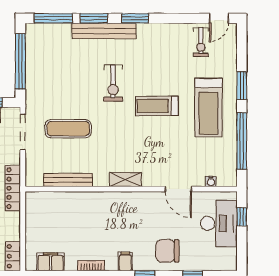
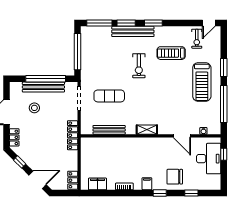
treadmill: (157, 106) -> (171, 53), moved

